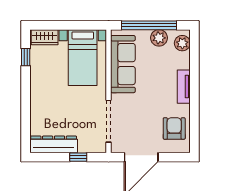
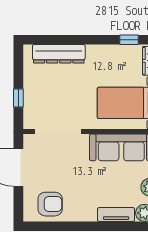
tv unit: (184, 87) -> (116, 215), moved
dresser: (54, 144) -> (59, 54), moved, turned 90

